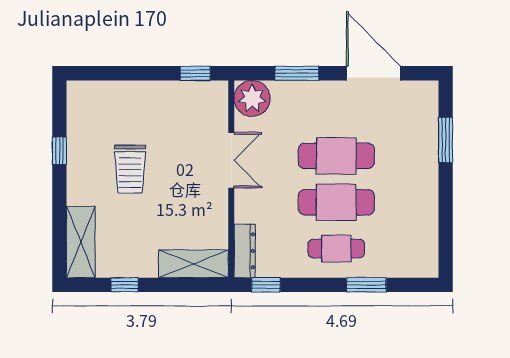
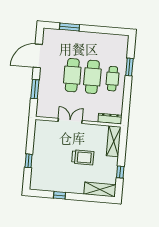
window: (195, 73) -> (29, 161), moved
plant: (252, 98) -> (44, 110), removed
trolley: (130, 169) -> (83, 157), moved
window: (266, 285) -> (126, 111), removed

